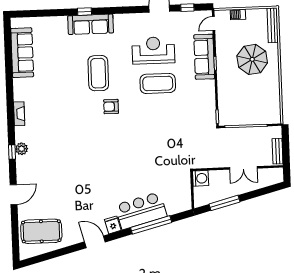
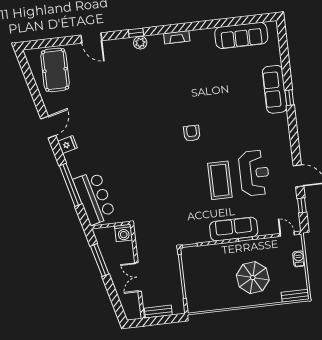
sofa: (91, 24) -> (275, 89), moved
bench: (273, 25) -> (295, 296), width x0.73
sofa: (204, 57) -> (234, 229), moved
coffee table: (98, 73) -> (226, 117), removed
bar counter: (141, 211) -> (94, 198), moved

